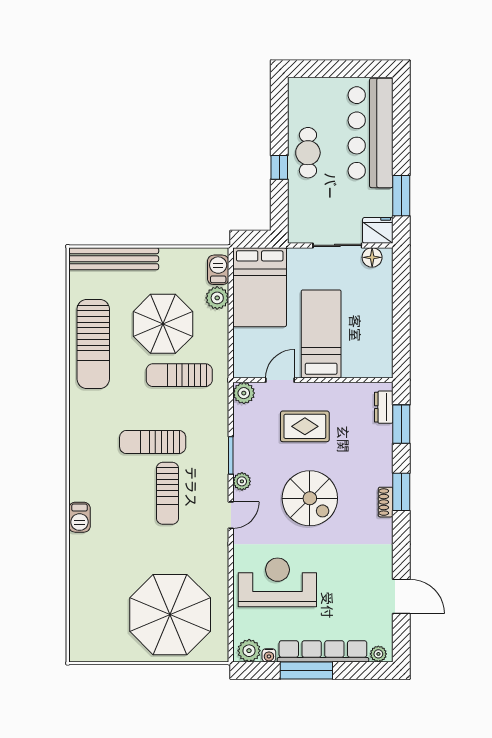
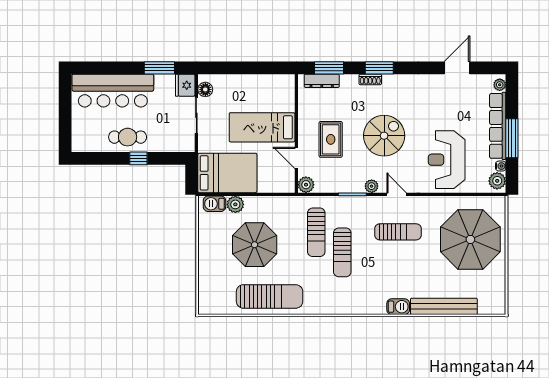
bench: (114, 259) -> (444, 306), moved, turned 90
sun lounger: (179, 375) -> (316, 232), moved
dresser: (384, 407) -> (322, 81), width x1.44
sun lounger: (168, 493) -> (398, 232), moved
shoe rack: (386, 502) -> (370, 79), moved

